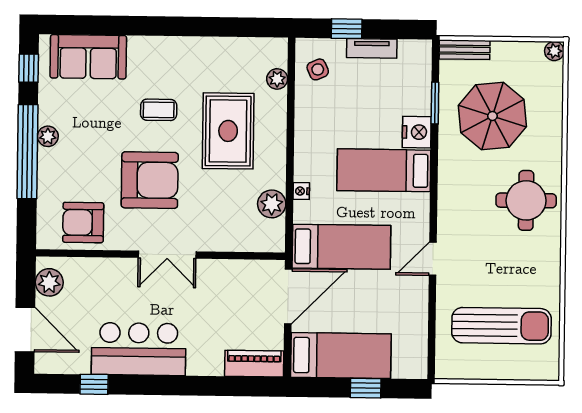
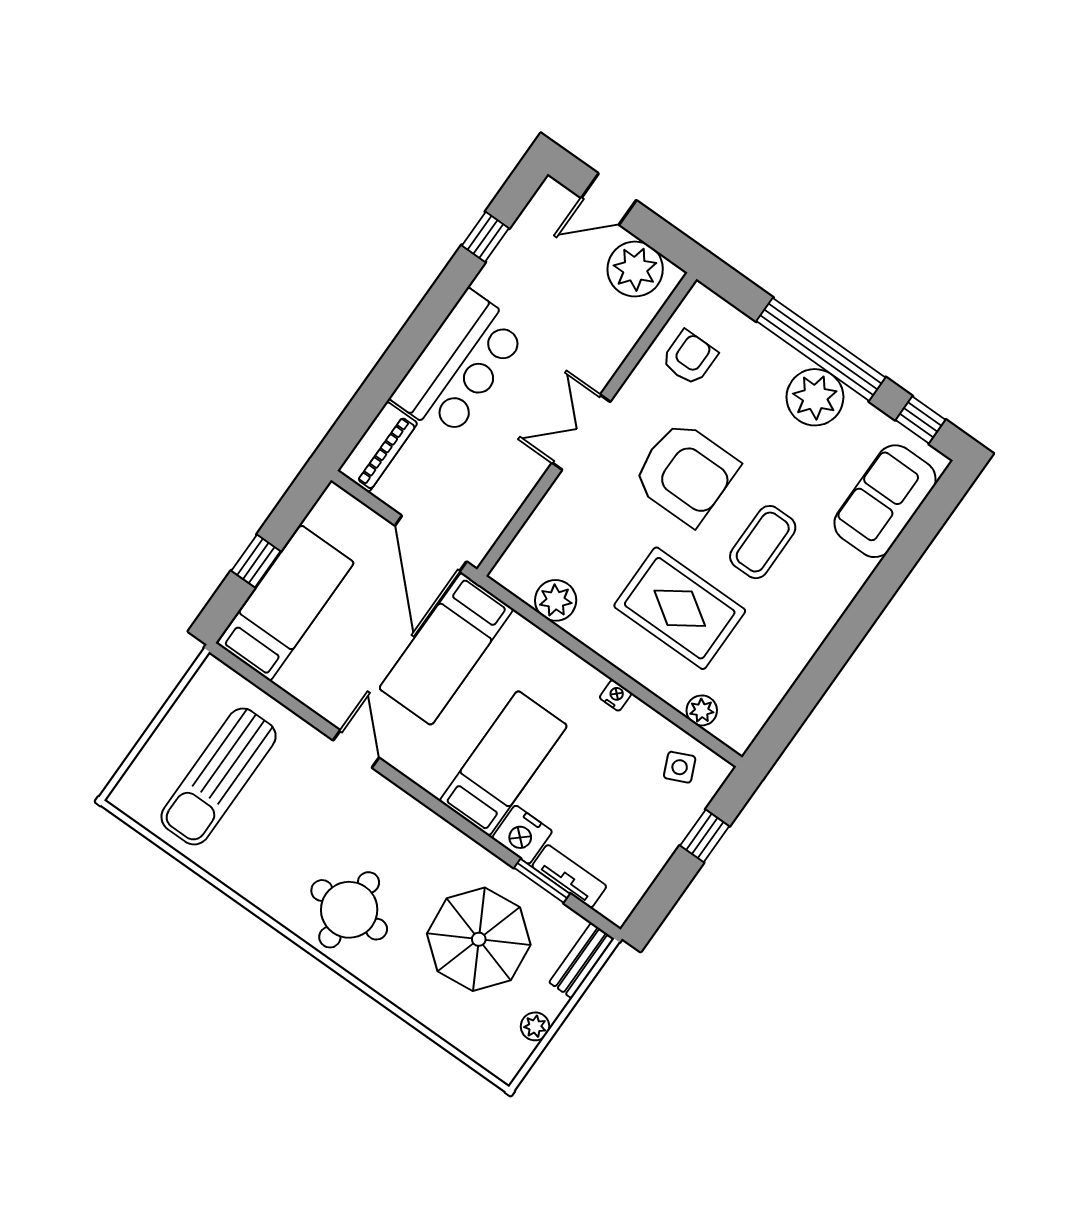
tv unit: (372, 48) -> (569, 876), moved, turned 90
plant: (554, 51) -> (535, 1026), moved
coffee table: (159, 110) -> (763, 542), width x1.36, depth x1.30
plant: (48, 136) -> (815, 397), width x1.88, depth x1.88
armchair: (150, 180) -> (685, 473), turned -90
nightstand: (301, 191) -> (616, 695), moved
armchair: (83, 222) -> (689, 358), width x0.72, depth x0.72
plant: (49, 282) -> (635, 269), width x1.36, depth x1.36
door: (25, 329) -> (609, 199), width x0.73
bar counter: (139, 349) -> (459, 365), moved
bed: (341, 356) -> (286, 603), moved, turned 180

